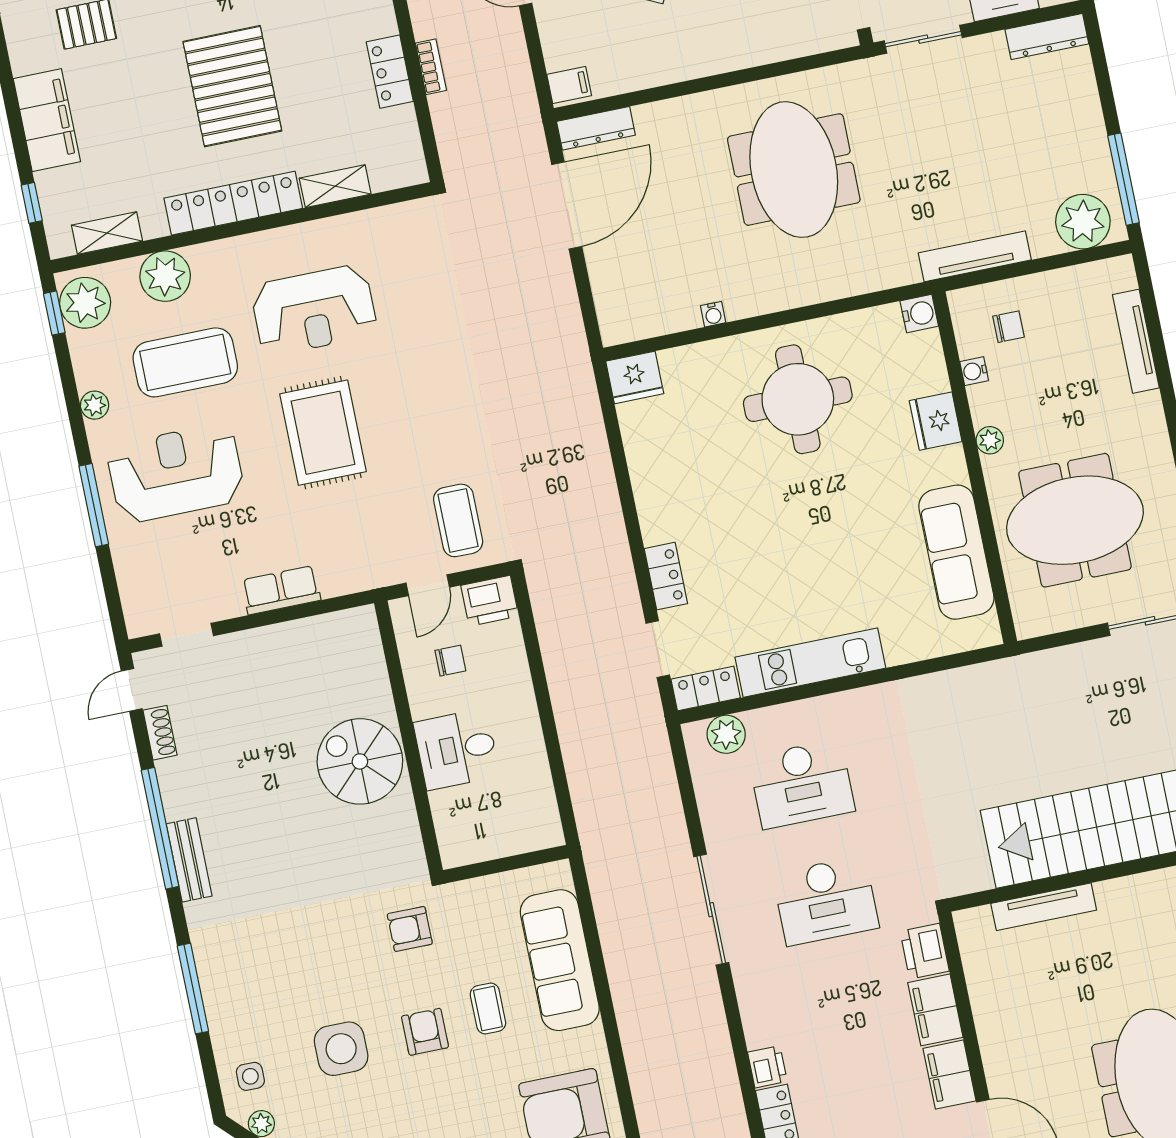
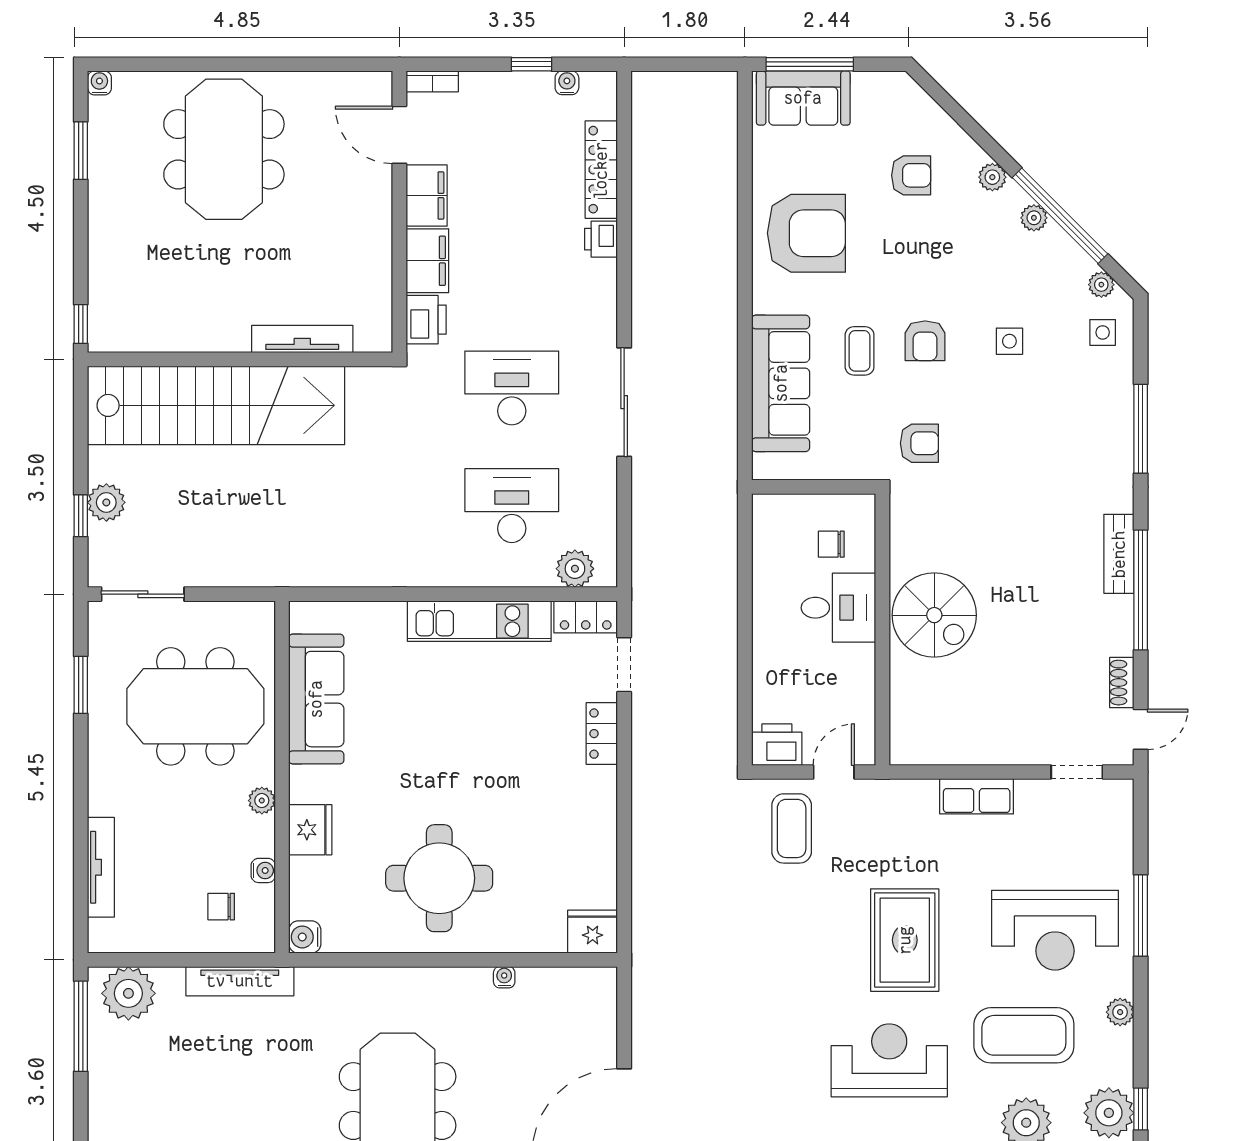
chair: (450, 661) -> (831, 544), moved
side table: (341, 1049) -> (1009, 341), width x0.54, depth x0.54

